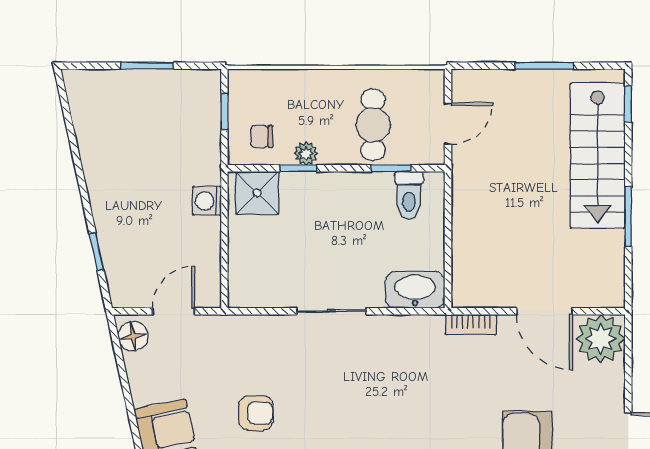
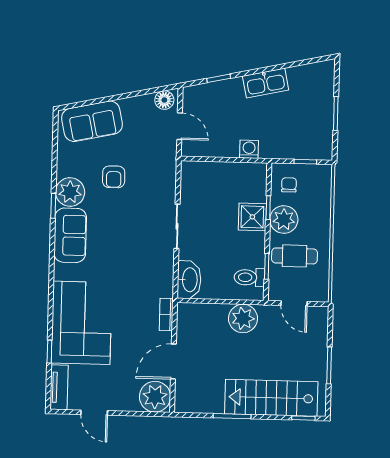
plant: (306, 153) -> (284, 219), width x1.88, depth x1.88
kitchen sink: (102, 178) -> (266, 83), added
shower: (257, 193) -> (252, 217), moved
plant: (474, 203) -> (243, 318), added

